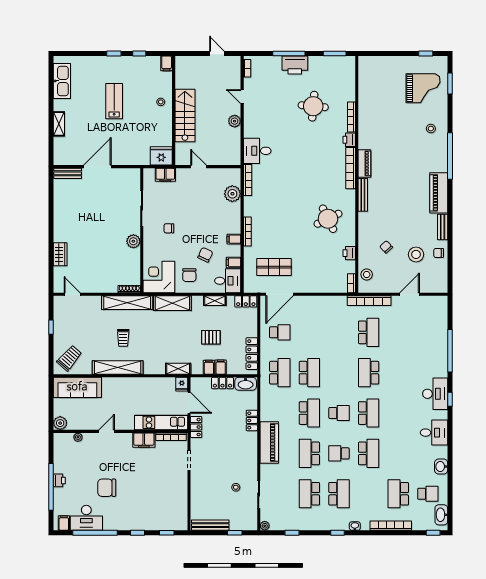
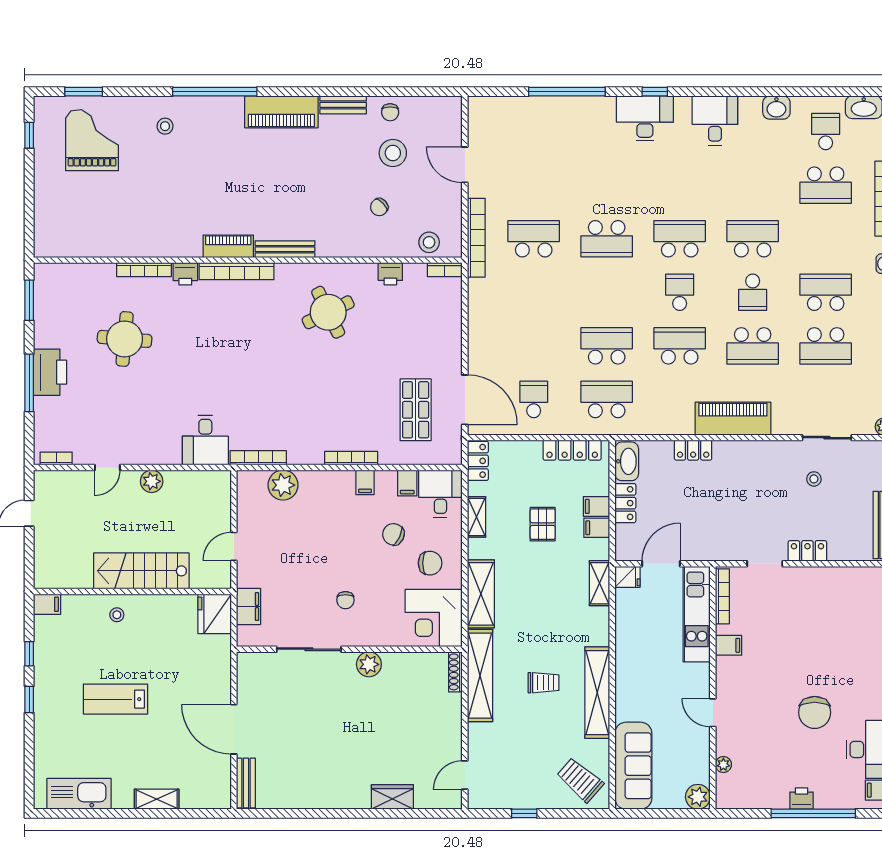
locker: (196, 427) -> (807, 551), moved
filing cabinet: (144, 440) -> (729, 645), width x0.50

